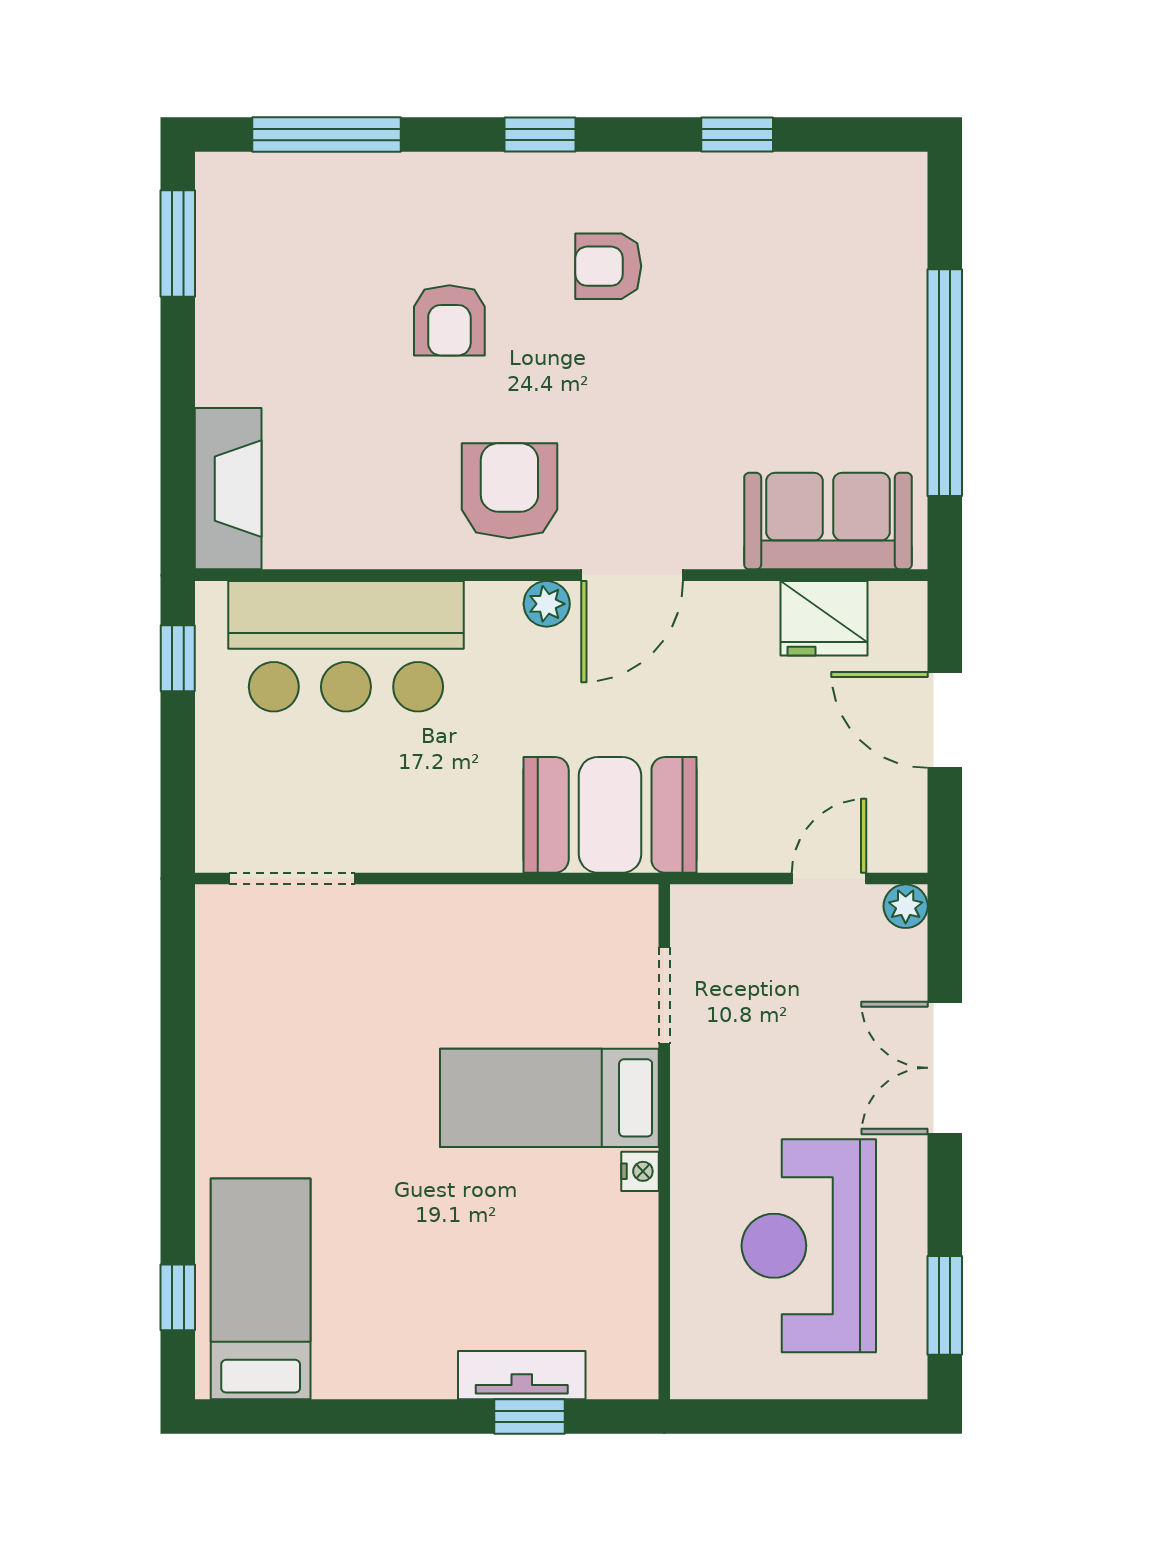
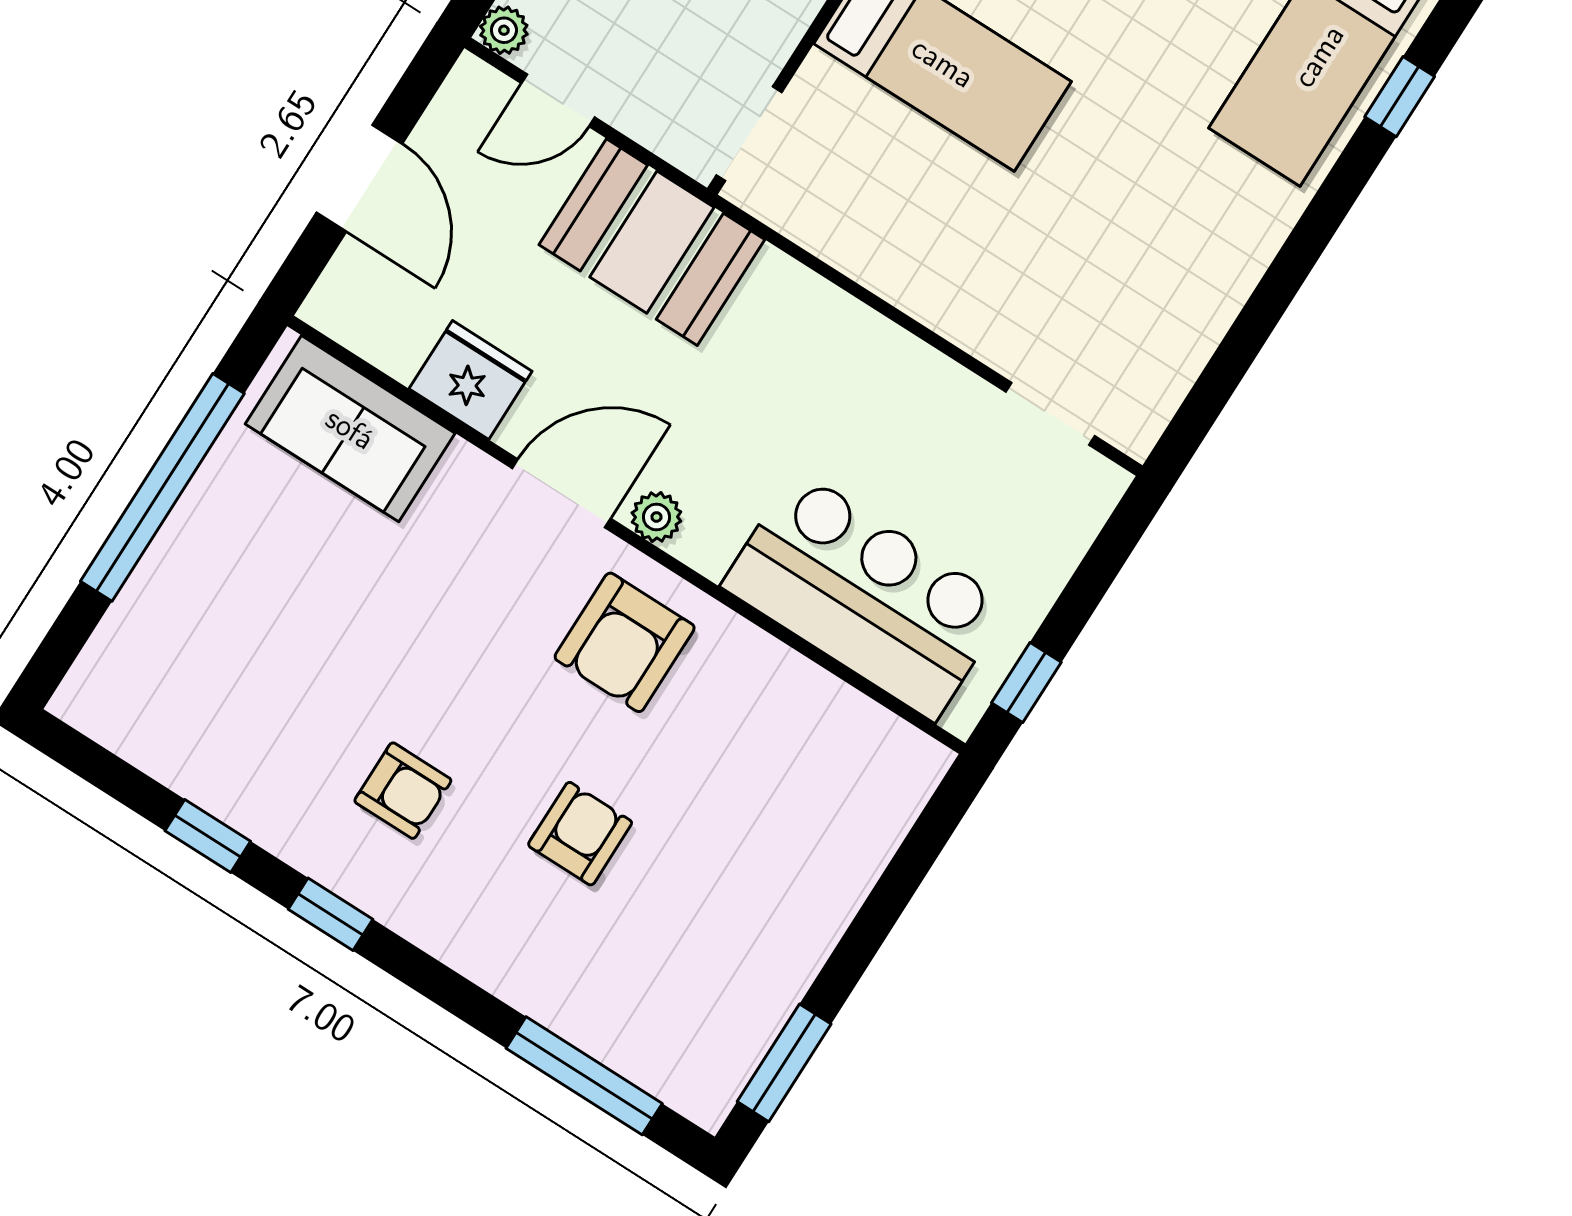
window: (540, 135) -> (331, 914), moved
fireplace: (228, 489) -> (881, 809), removed
fridge: (824, 618) -> (471, 380), moved
booth: (610, 815) -> (652, 242), moved
doorway: (292, 879) -> (1050, 414), width x0.73
doorway: (664, 995) -> (749, 134), moved

